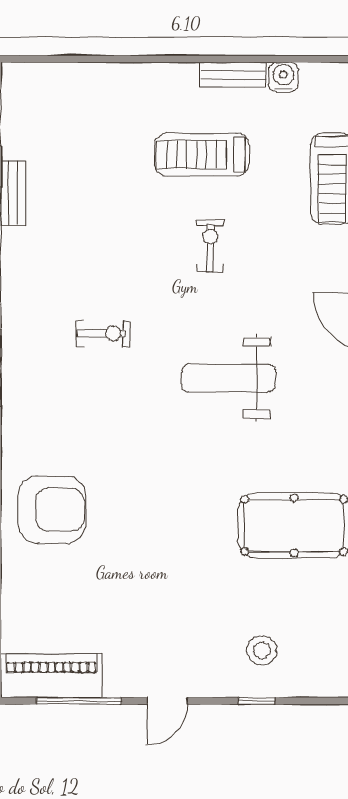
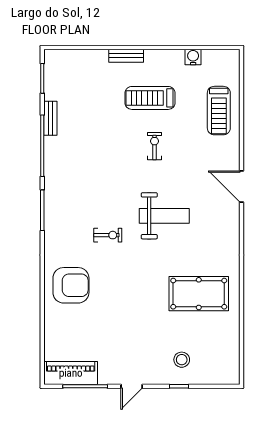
bench: (233, 75) -> (126, 56), moved
exercise bike: (103, 334) -> (108, 235), moved
weight bench: (229, 378) -> (164, 216), turned 180

